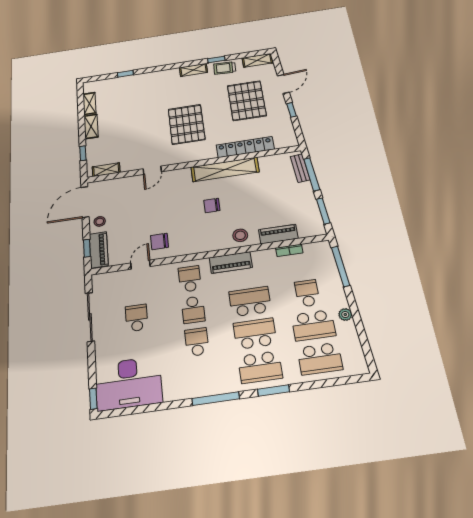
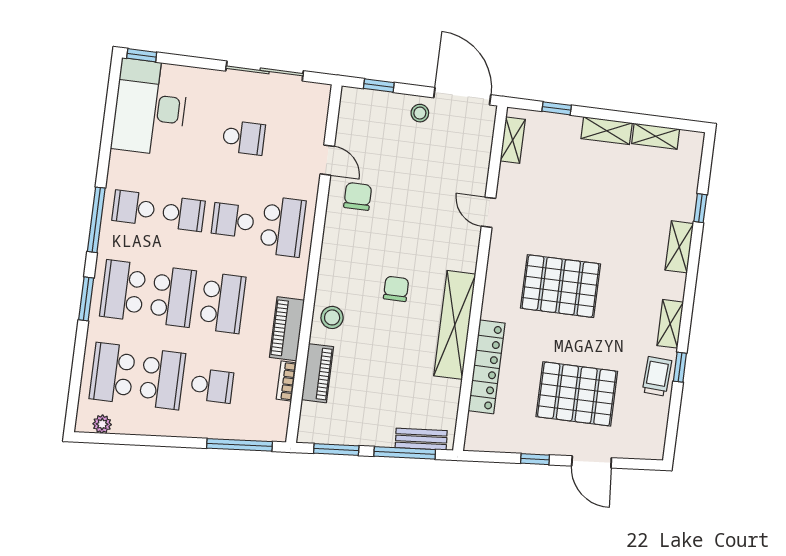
shelving: (257, 60) -> (679, 247), moved
piano: (99, 250) -> (371, 103), removed
piano: (231, 262) -> (287, 329), moved
school desk: (190, 279) -> (283, 227), width x1.85
plant: (345, 315) -> (102, 424), moved
school desk: (313, 325) -> (162, 379), turned 180
school desk: (201, 376) -> (134, 208), added

